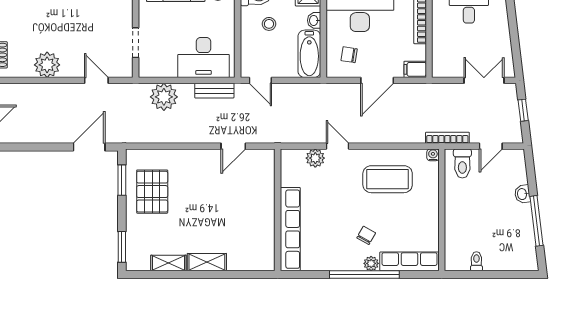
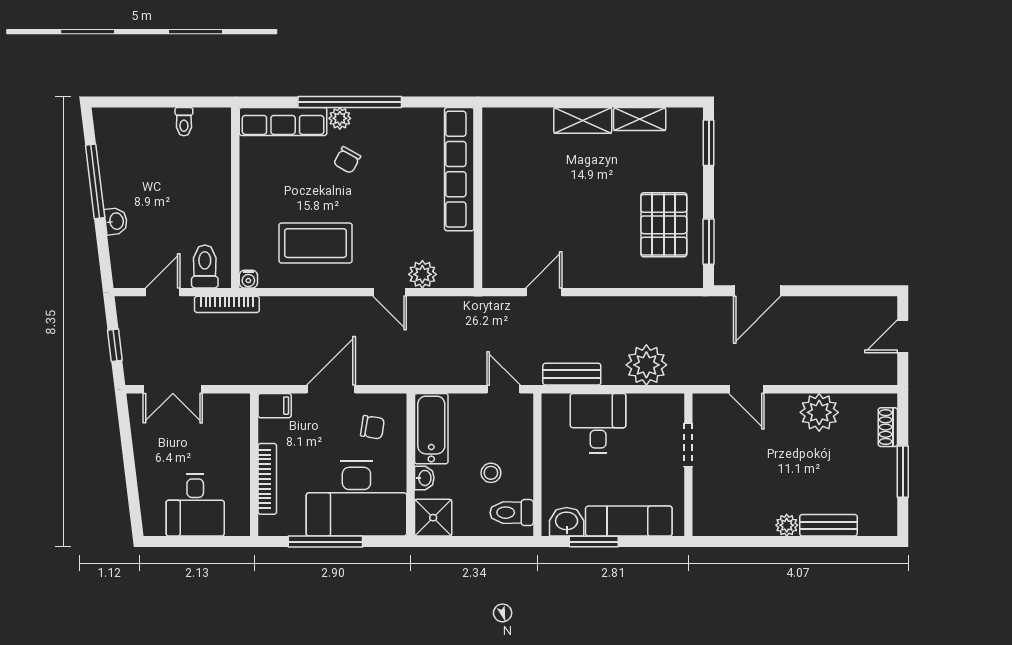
desk: (204, 58) -> (598, 423), width x0.73

